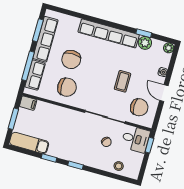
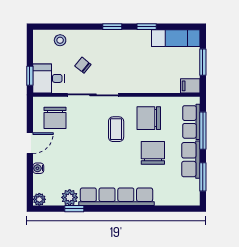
row of seats: (45, 39) -> (191, 160), width x0.68
coffee table: (123, 81) -> (116, 129), moved
door: (164, 93) -> (30, 143), hinge flipped
chair: (139, 107) -> (55, 118), turned -90

